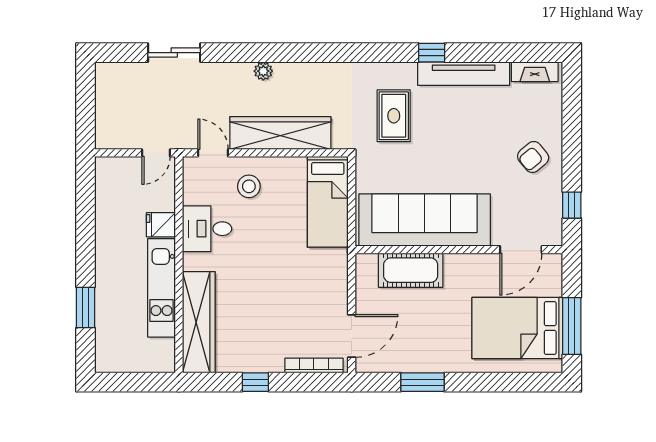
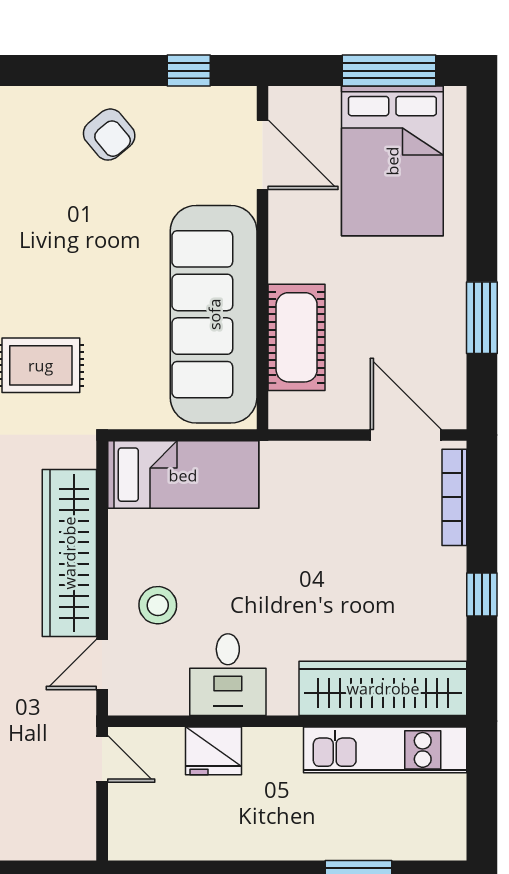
fridge: (161, 225) -> (214, 751), width x1.38
kitchen unit: (161, 288) -> (385, 750), moved

